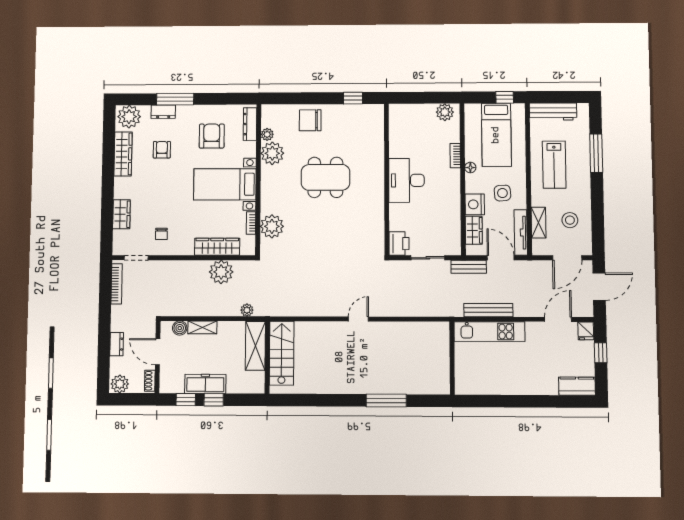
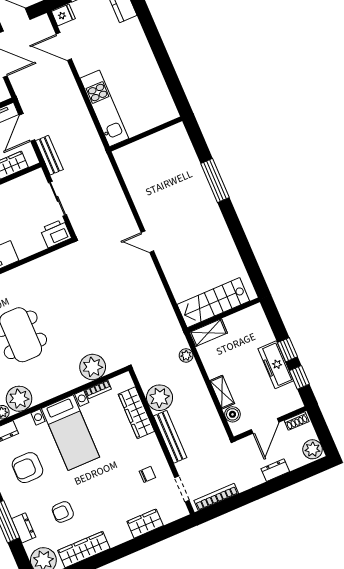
bench: (488, 310) -> (170, 437), moved
shelving: (255, 346) -> (208, 333), width x0.67, depth x0.75

